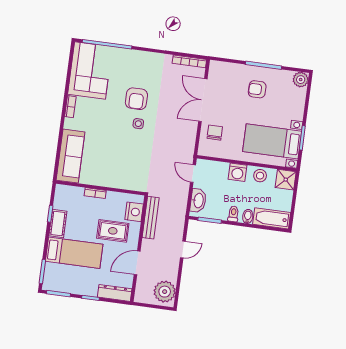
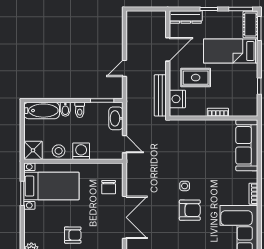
armchair: (136, 99) -> (190, 210), turned 90
cot: (58, 223) -> (250, 24), moved
plant: (165, 292) -> (137, 25), removed

